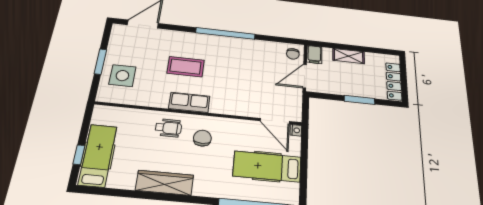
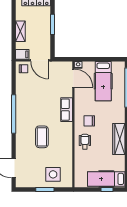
row of seats: (189, 102) -> (67, 110), moved
door: (275, 121) -> (73, 78), hinge flipped

